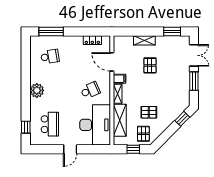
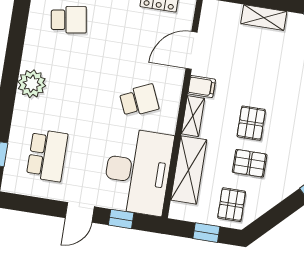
door: (112, 62) -> (192, 50), hinge flipped
pallet: (150, 65) -> (251, 123), moved
window: (91, 149) -> (121, 219), added

